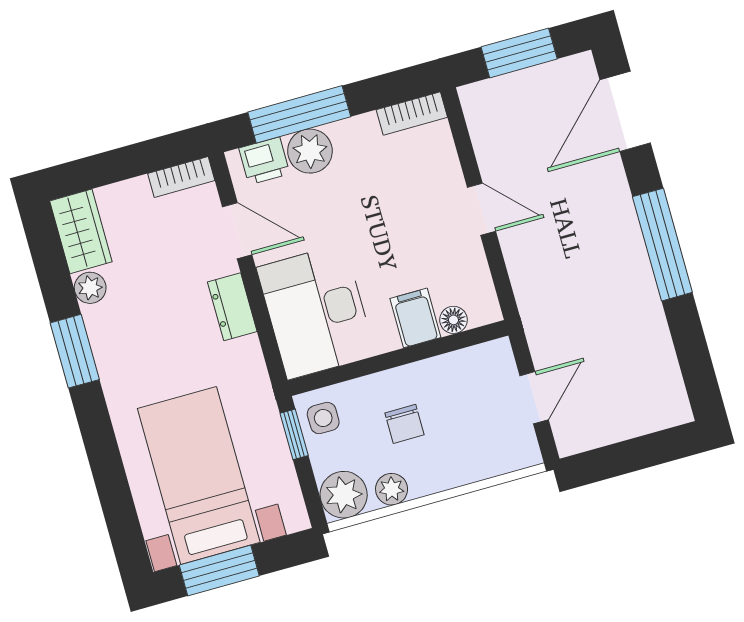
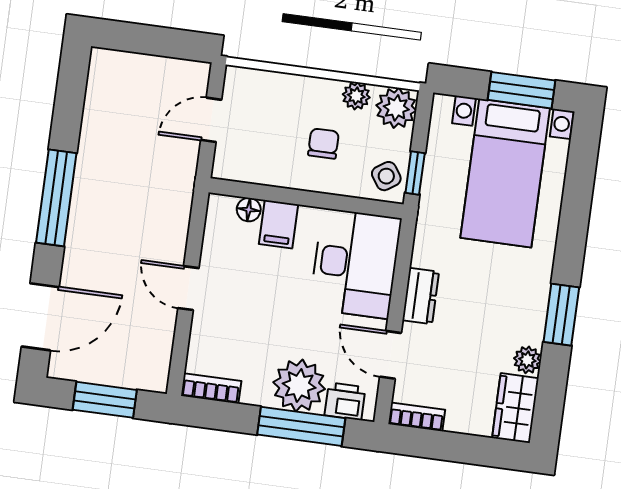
plant: (310, 151) -> (299, 386), width x1.36, depth x1.36
side table: (323, 418) -> (386, 176), turned -34

